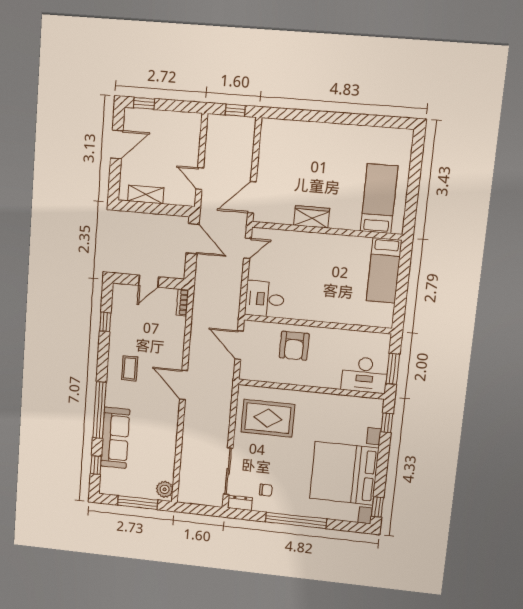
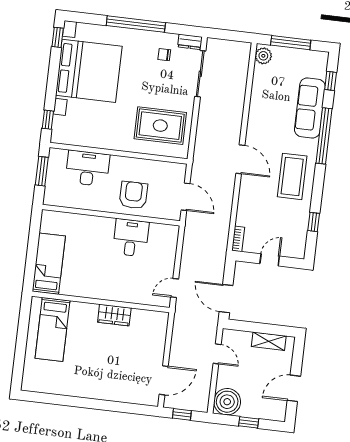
window: (144, 103) -> (249, 422), moved
boiler: (187, 127) -> (227, 402), added
door: (252, 197) -> (164, 380), moved
desk: (265, 299) -> (131, 238), moved, turned -90
coffee table: (130, 368) -> (292, 176), width x1.86, depth x1.72
desk: (365, 375) -> (88, 168), moved

